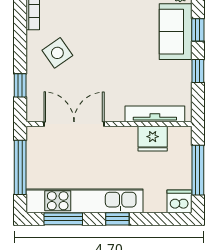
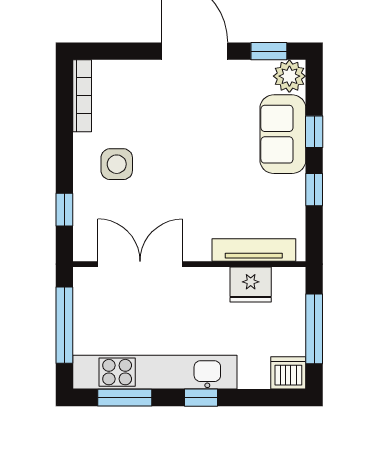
side table: (57, 53) -> (117, 164), turned 35

